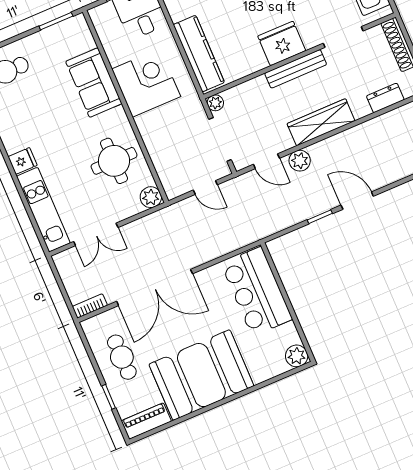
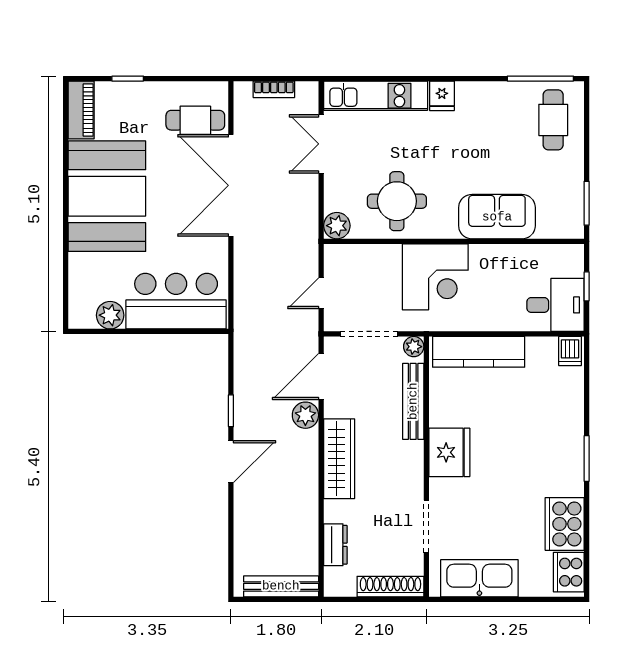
bench: (296, 69) -> (413, 401), moved
corner desk: (146, 83) -> (435, 277), moved
door: (266, 161) -> (321, 377), width x1.38
bookcase: (90, 306) -> (274, 89), moved, turned 90
plant: (297, 356) -> (110, 315), moved
cafe table: (122, 357) -> (195, 120), moved

